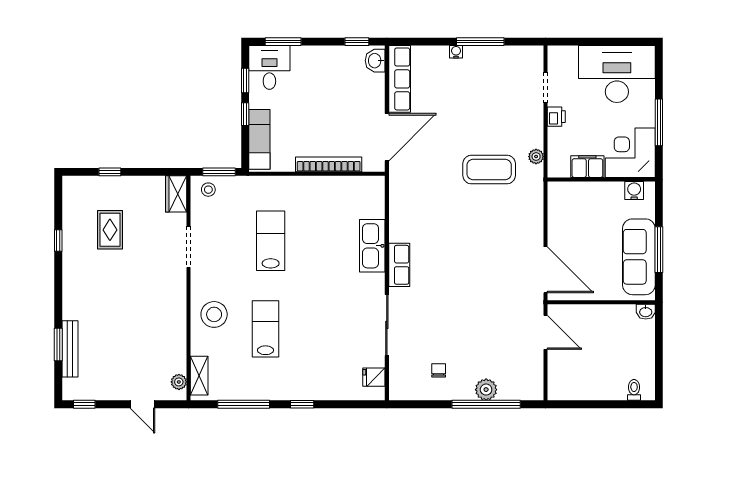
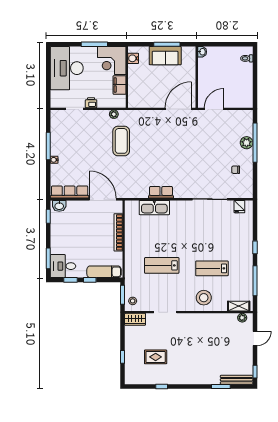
kitchen sink: (372, 246) -> (154, 208), moved
sofa: (639, 257) -> (165, 56), width x0.73
row of seats: (399, 265) -> (161, 192), moved
bench: (70, 349) -> (237, 380), moved

